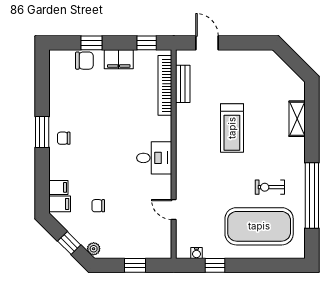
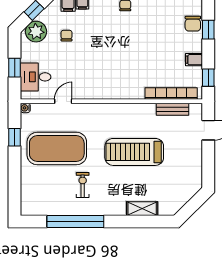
filing cabinet: (119, 59) -> (194, 60), width x0.50
treadmill: (232, 128) -> (134, 152), width x1.37, depth x1.38
desk: (154, 158) -> (36, 77), moved, turned 90
exercise mat: (259, 226) -> (57, 148), moved, turned 90
plant: (94, 249) -> (36, 32), width x1.87, depth x1.87
water cooler: (197, 253) -> (25, 108), moved

